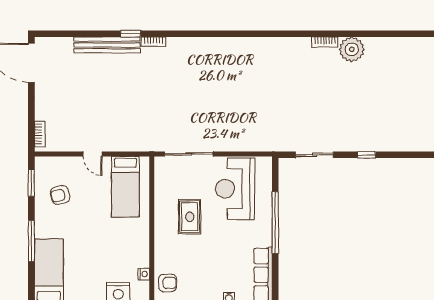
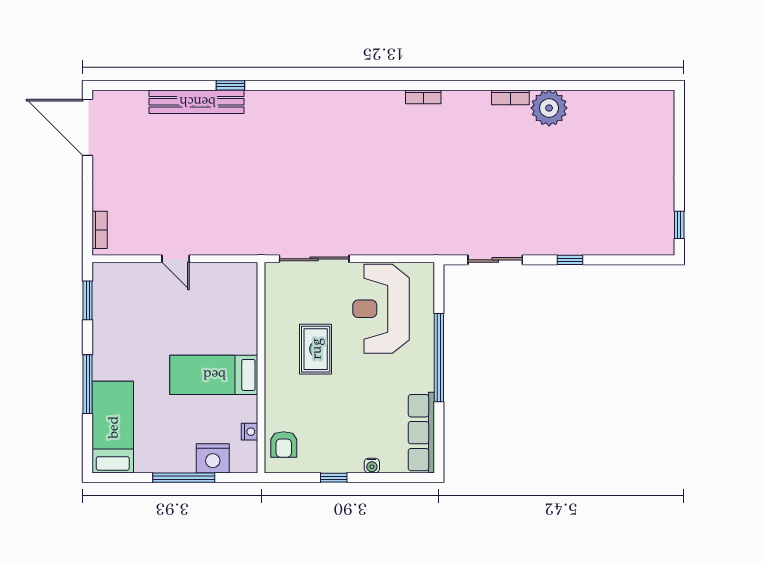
bookcase: (153, 42) -> (423, 97), moved
bed: (125, 187) -> (214, 375), moved, turned 90
armchair: (60, 195) -> (129, 318), removed
armchair: (168, 283) -> (284, 444), turned 90

